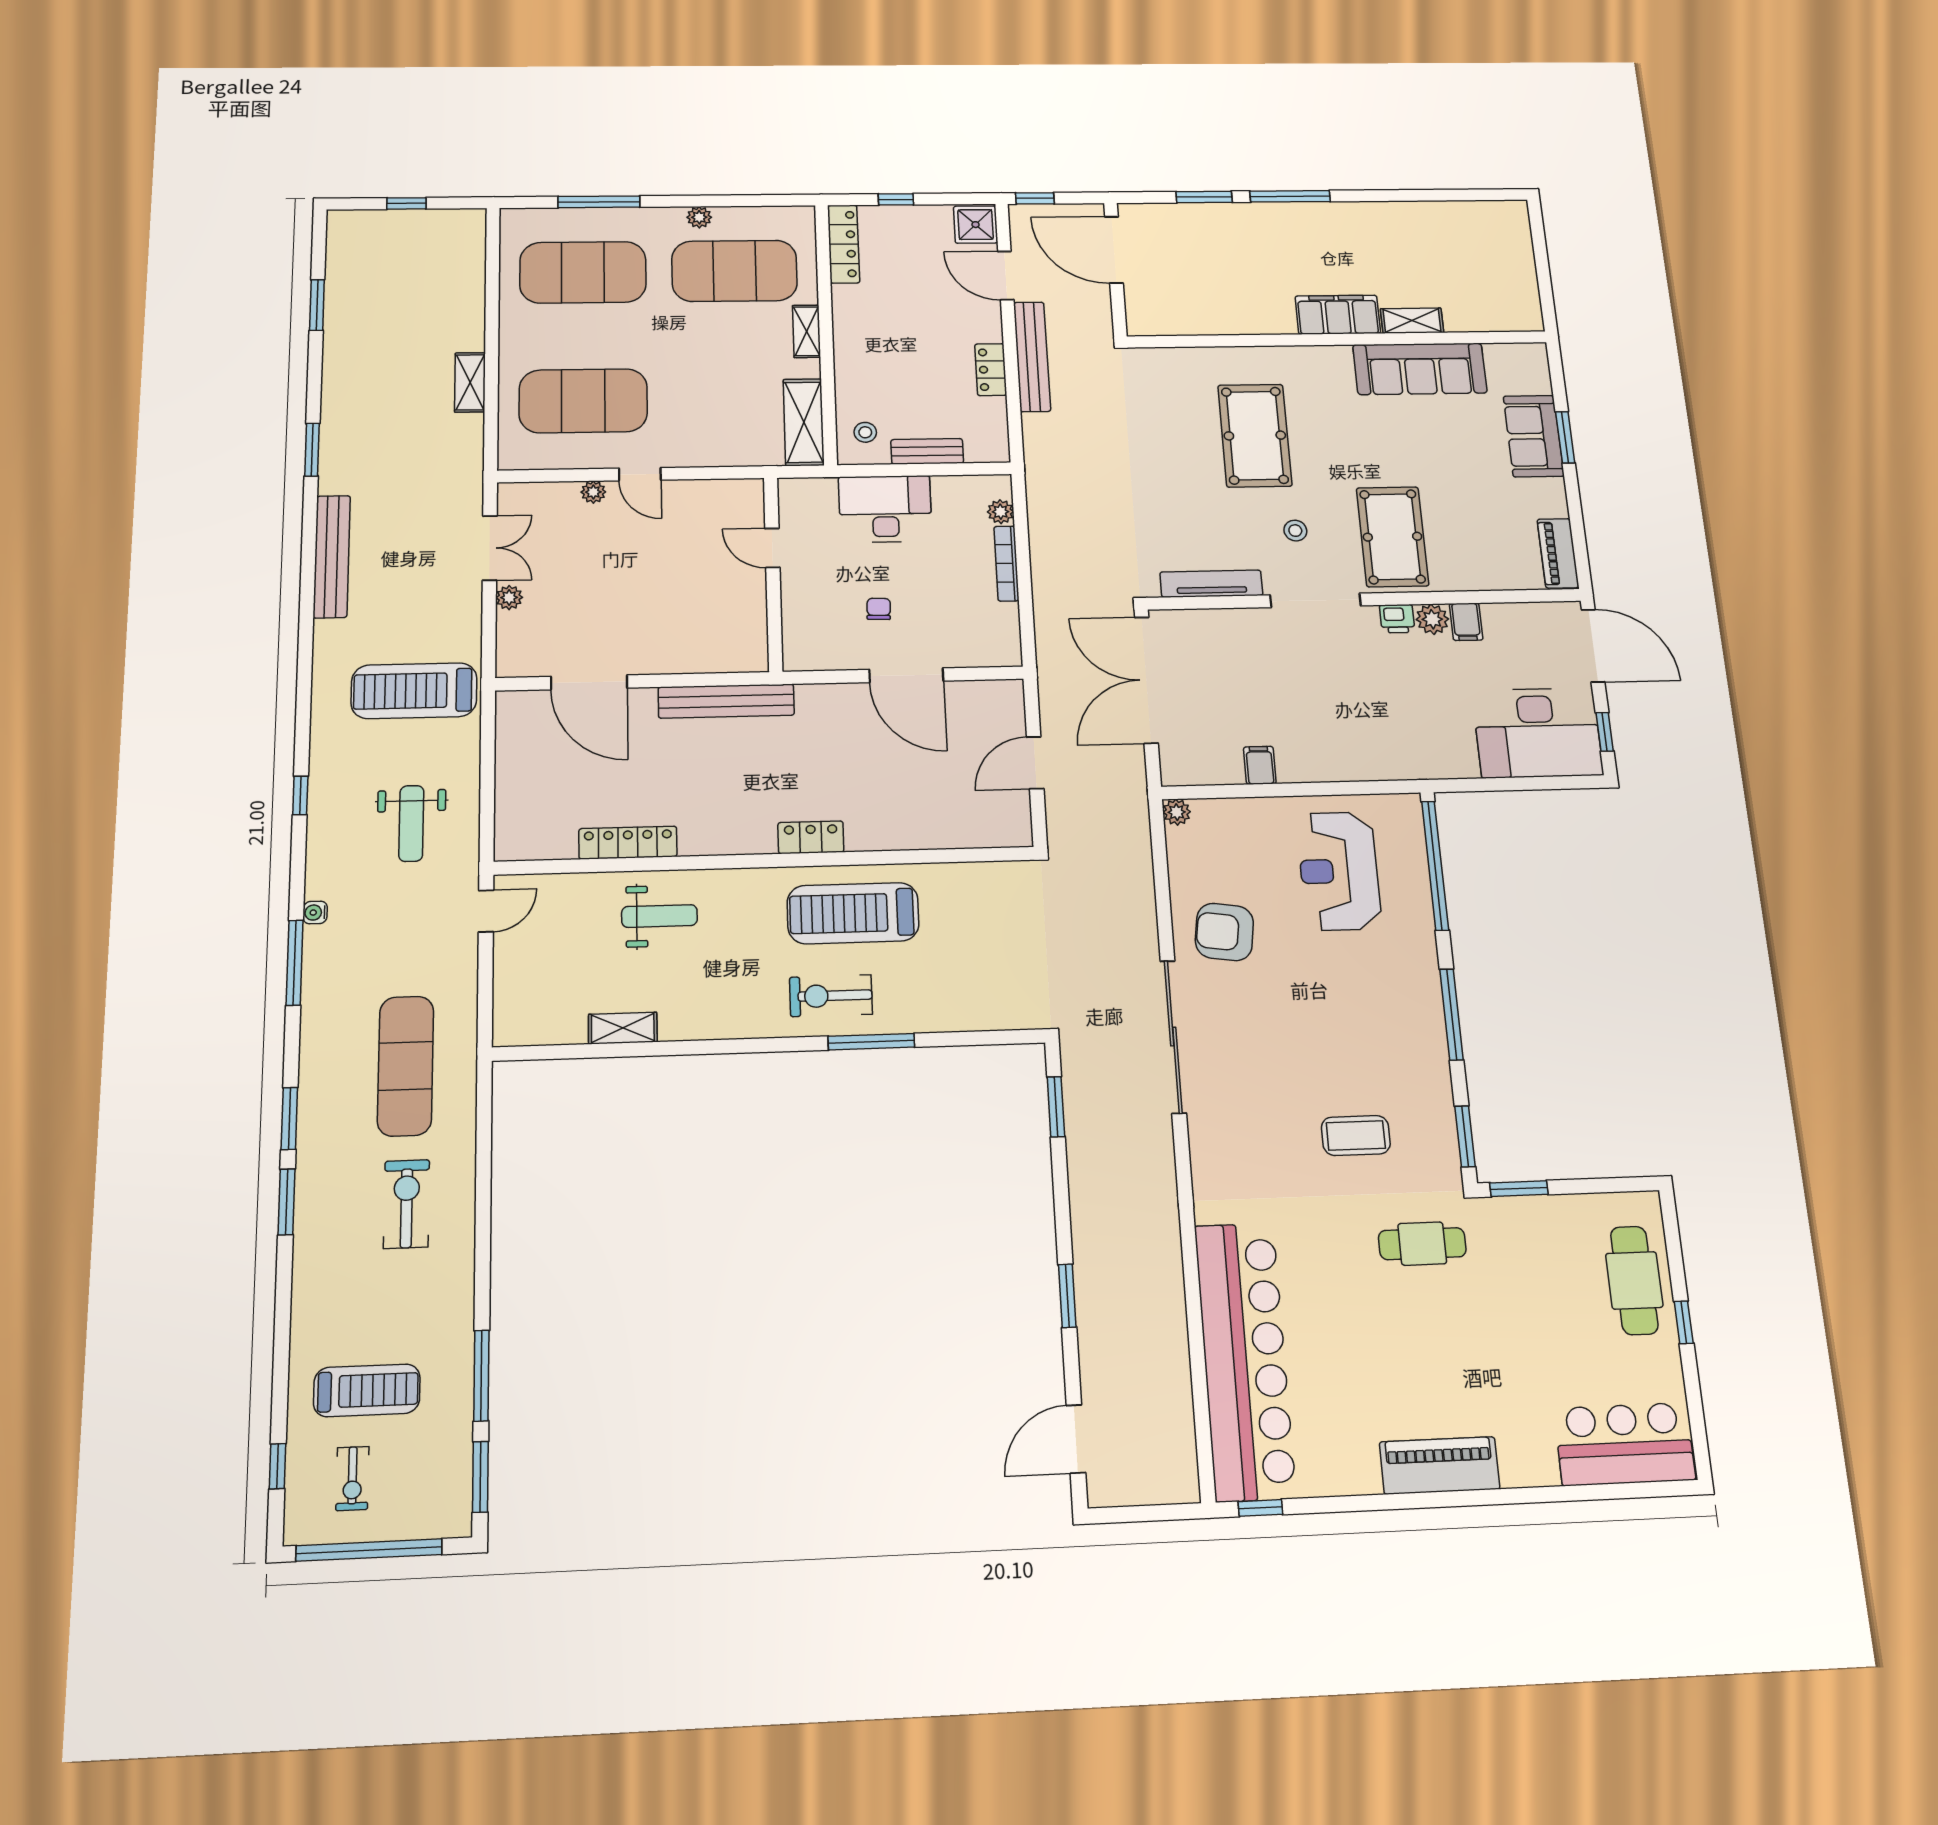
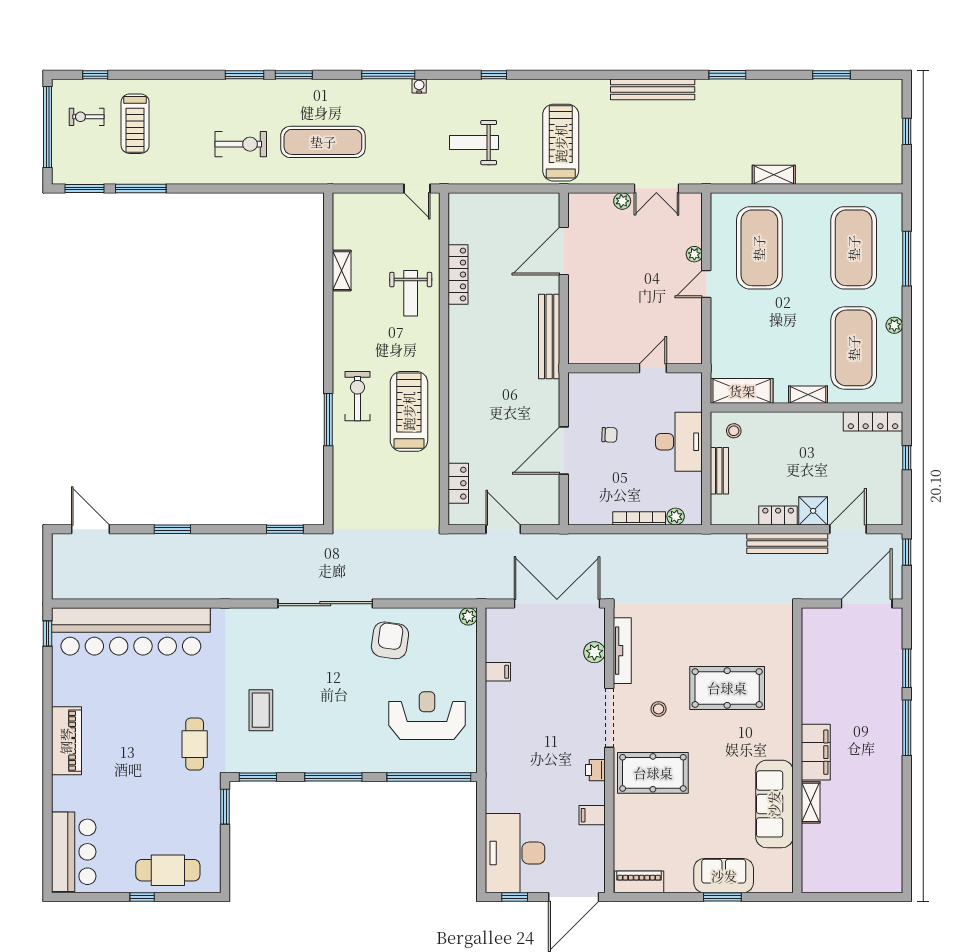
shower: (976, 225) -> (813, 511), moved
plant: (1432, 619) -> (594, 652), moved
locker: (811, 837) -> (458, 483), moved

